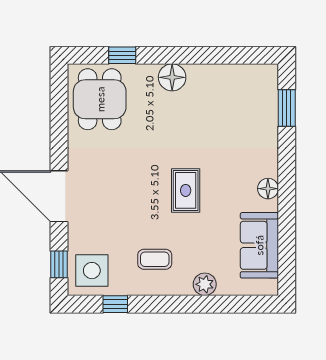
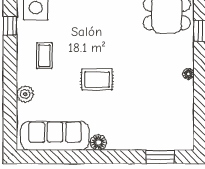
floor lamp: (172, 77) -> (188, 74), width x0.53, depth x0.53
sofa: (259, 245) -> (55, 136), width x1.36

